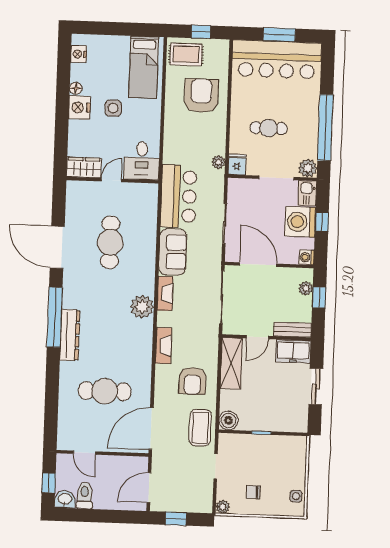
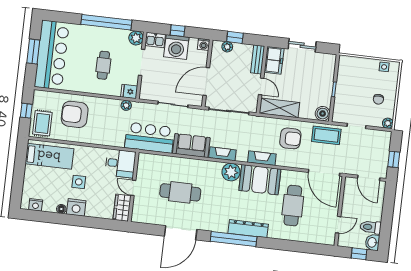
booth: (135, 345) -> (260, 180), added

